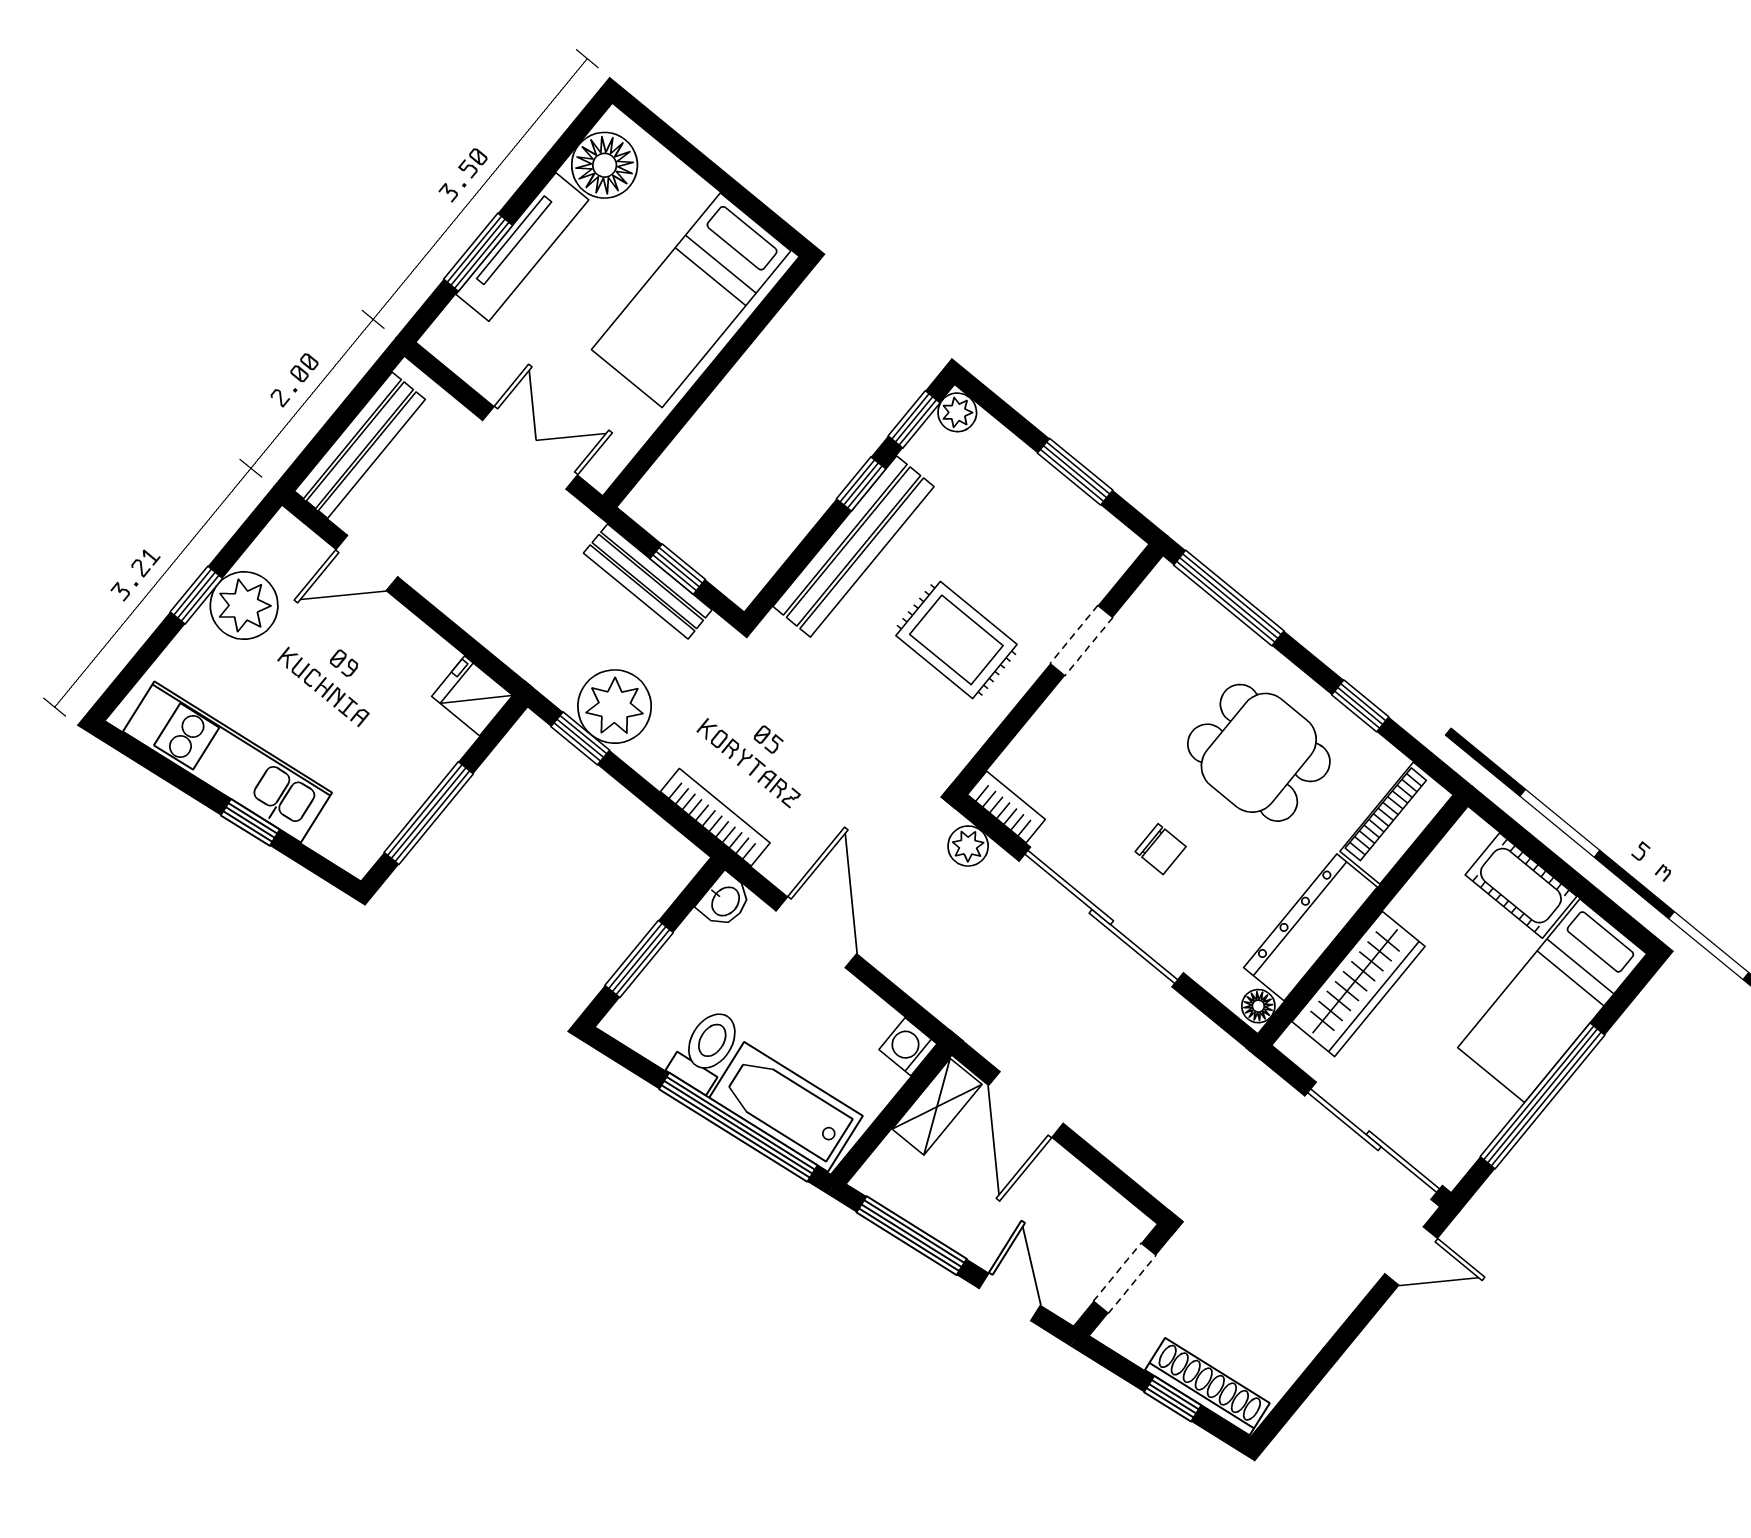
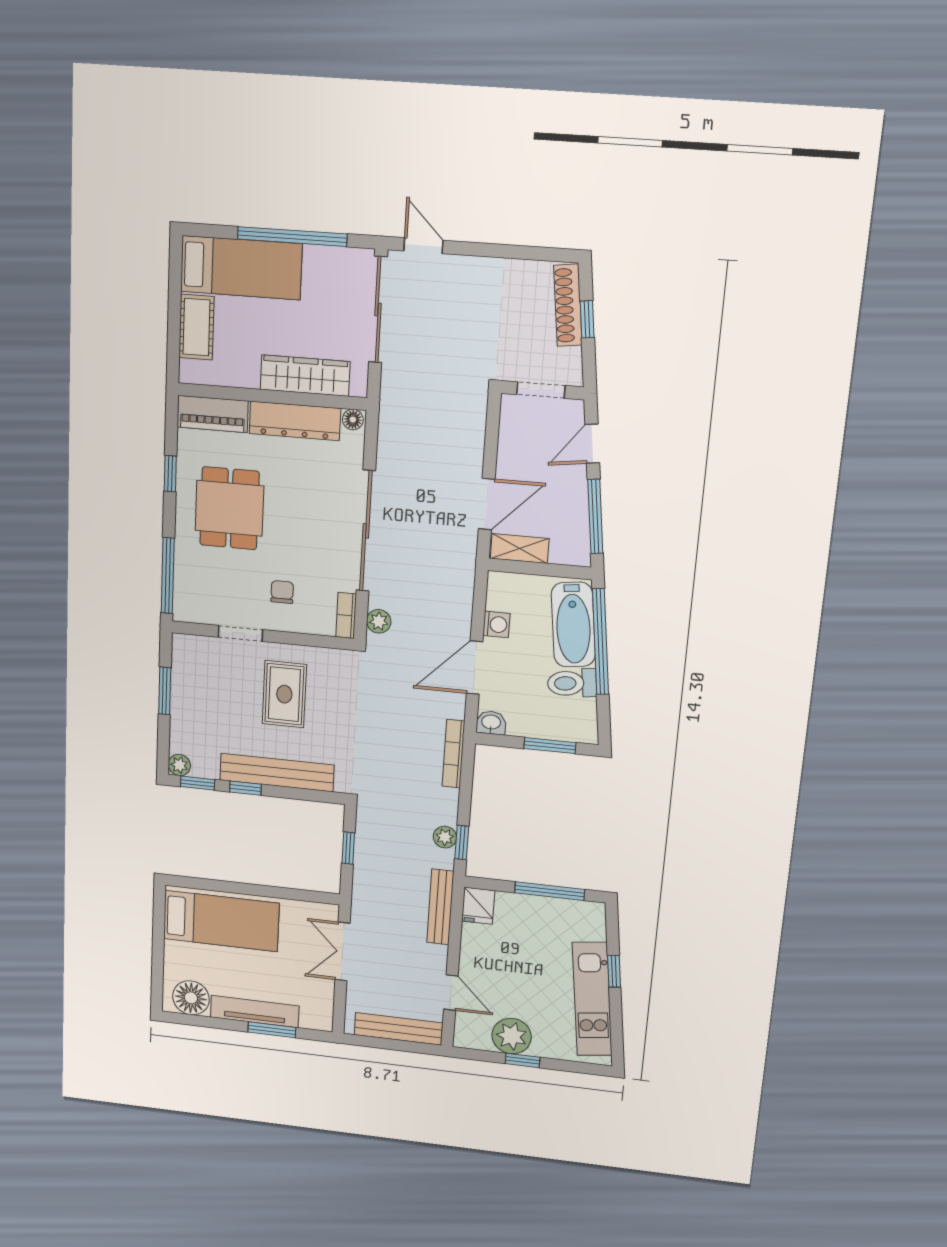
bench: (648, 581) -> (440, 907), moved
plant: (615, 707) -> (445, 837), width x0.53, depth x0.53
chair: (1161, 849) -> (282, 592), moved
washing machine: (908, 1047) -> (496, 624), moved, turned -90

